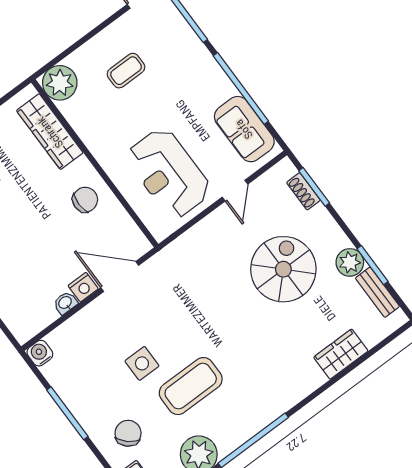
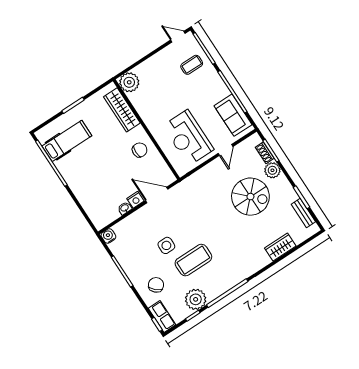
coffee table: (126, 71) -> (192, 65), moved
plant: (350, 262) -> (272, 170), moved
spiral stairs: (283, 269) -> (250, 197), turned 90

